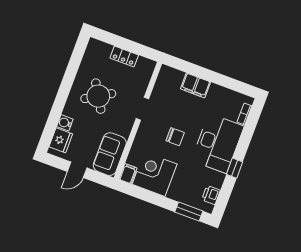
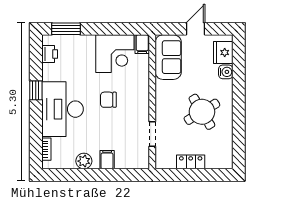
filing cabinet: (196, 85) -> (107, 160), width x0.50
plant: (216, 92) -> (84, 161), added
doorway: (142, 109) -> (152, 134), moved

